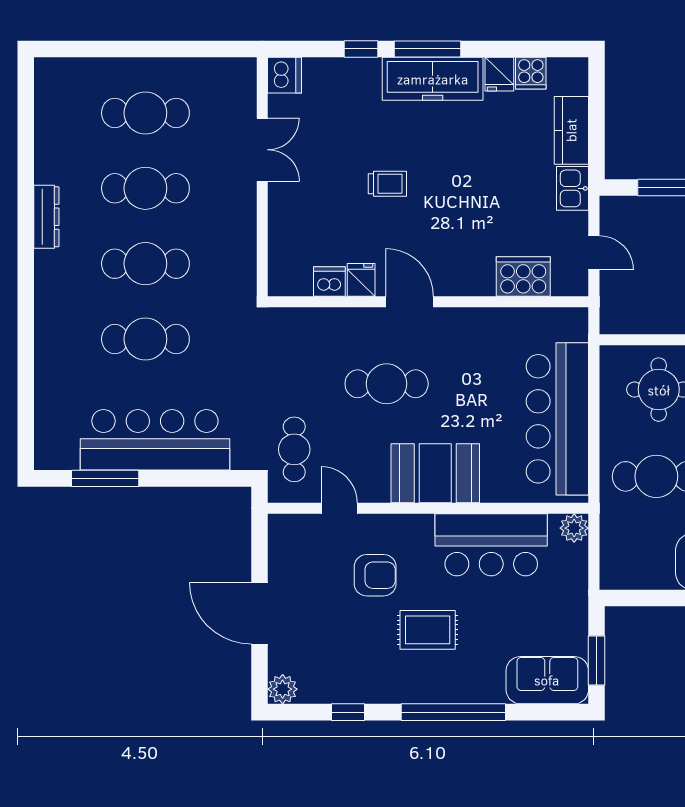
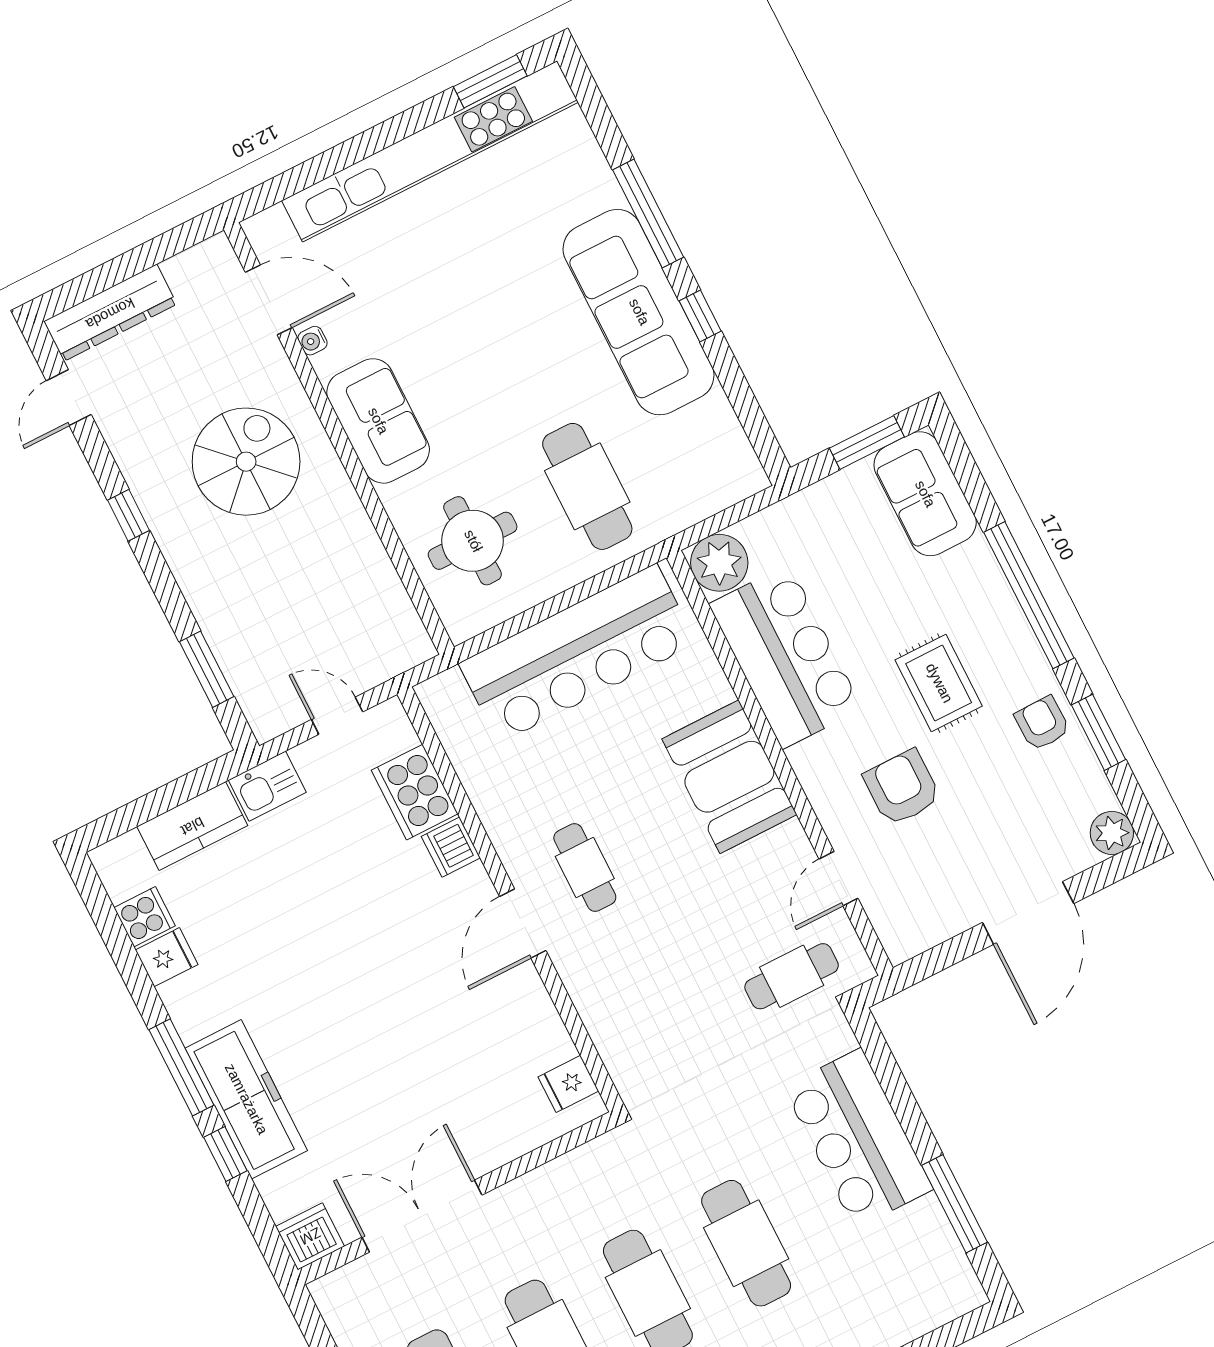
freezer: (433, 79) -> (246, 1099), moved
double door: (262, 150) -> (422, 1216), width x1.37
trolley: (387, 184) -> (384, 1031), removed
door: (594, 253) -> (337, 716), hinge flipped
fridge: (361, 280) -> (568, 1084), moved
dishwasher: (329, 282) -> (451, 847), moved
cafe table: (387, 384) -> (585, 867), moved, width x0.73, depth x0.74
bar counter: (155, 440) -> (858, 1138), width x0.73
plant: (574, 528) -> (719, 563), width x1.36, depth x1.36
armchair: (371, 681) -> (1042, 723), added
window: (348, 712) -> (1098, 732), width x1.50

